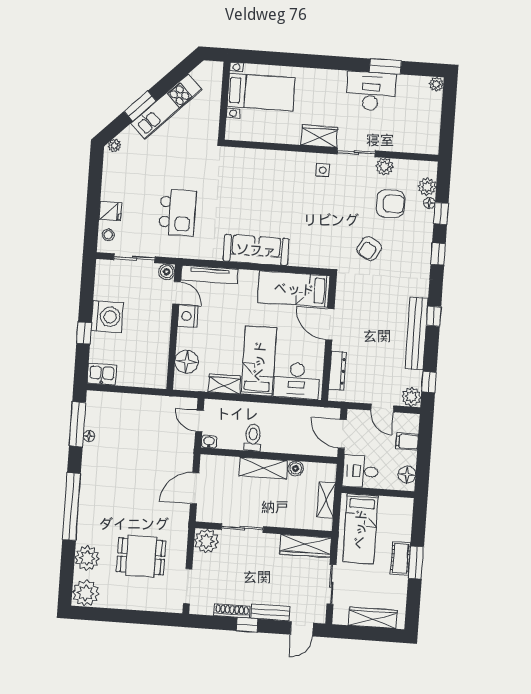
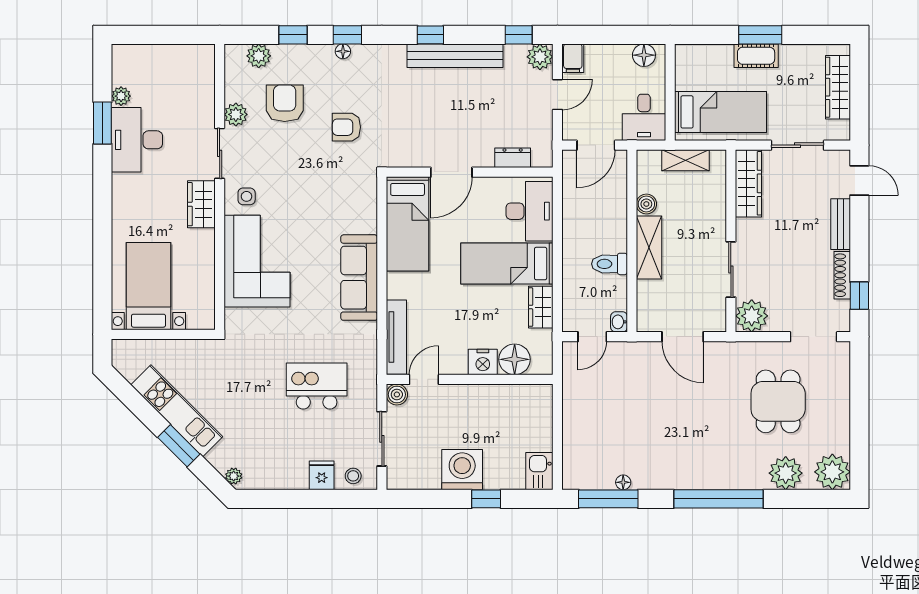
plant: (436, 84) -> (121, 96), moved
corner sofa: (274, 174) -> (257, 261), added
floor lamp: (429, 203) -> (343, 51), moved
armchair: (369, 248) -> (346, 127), turned 149
nightstand: (188, 316) -> (483, 362), moved
dresser: (337, 371) -> (513, 158), width x0.70
filing cabinet: (407, 442) -> (573, 58), moved
window: (247, 625) -> (859, 296), moved

